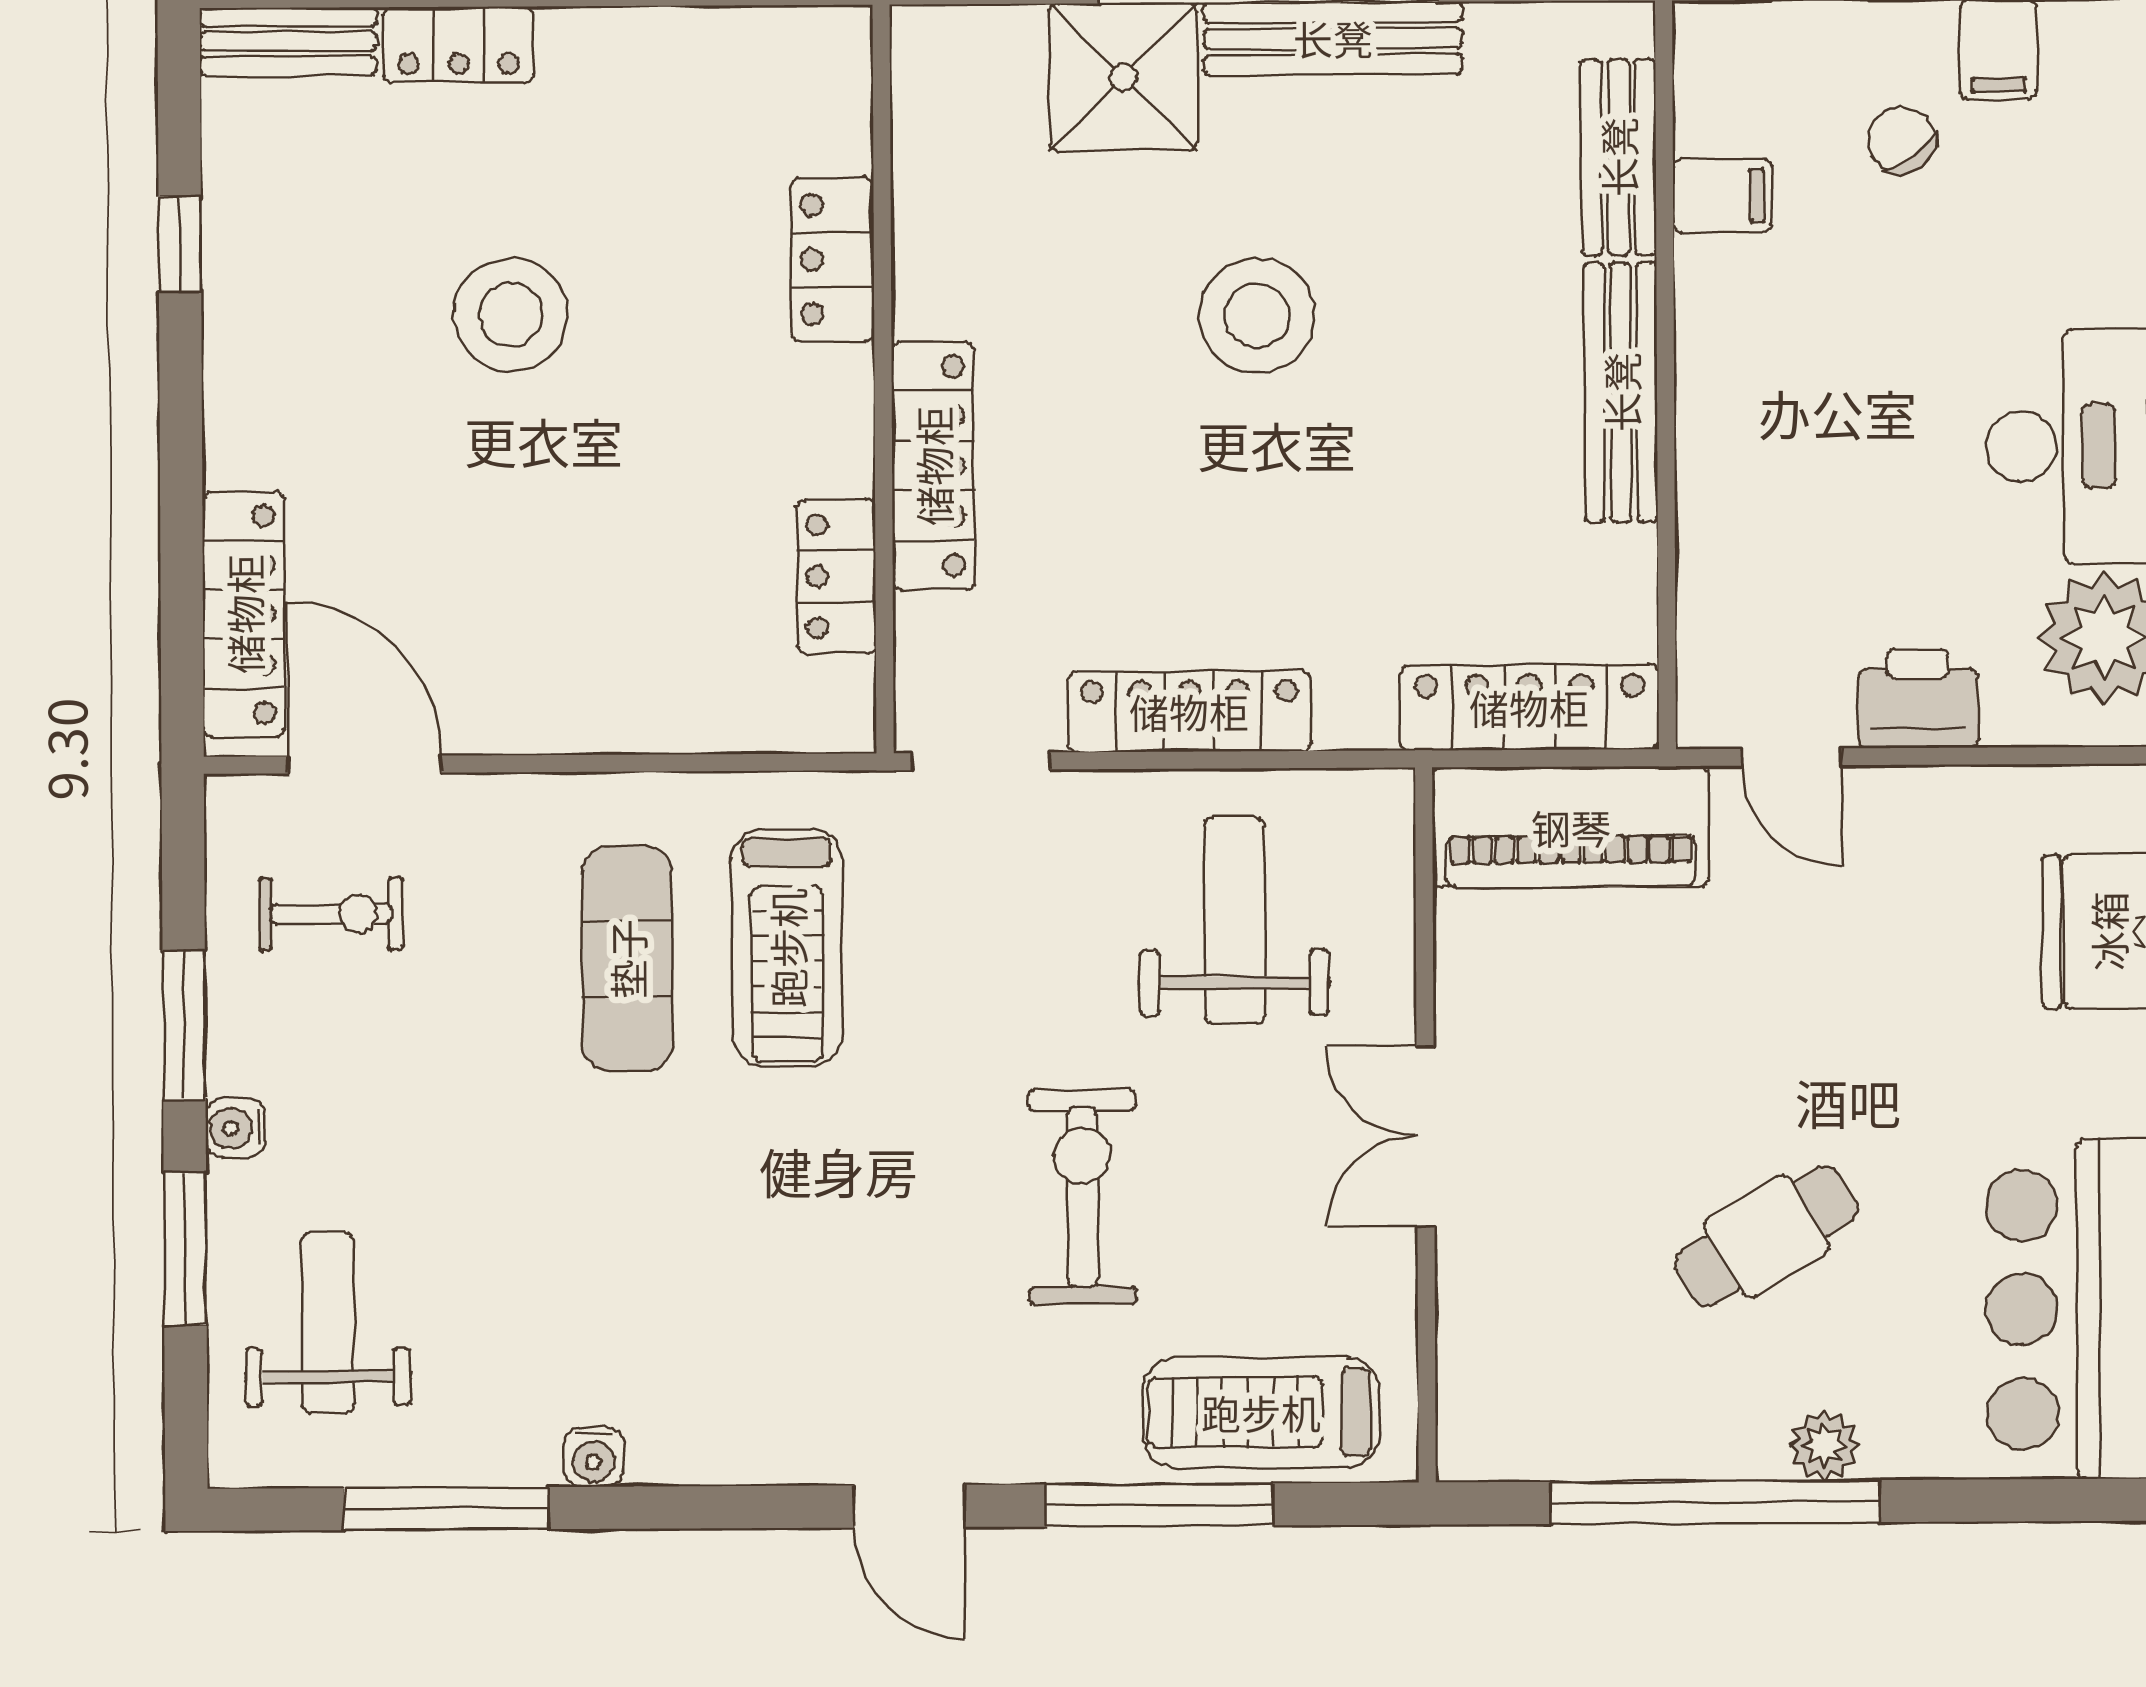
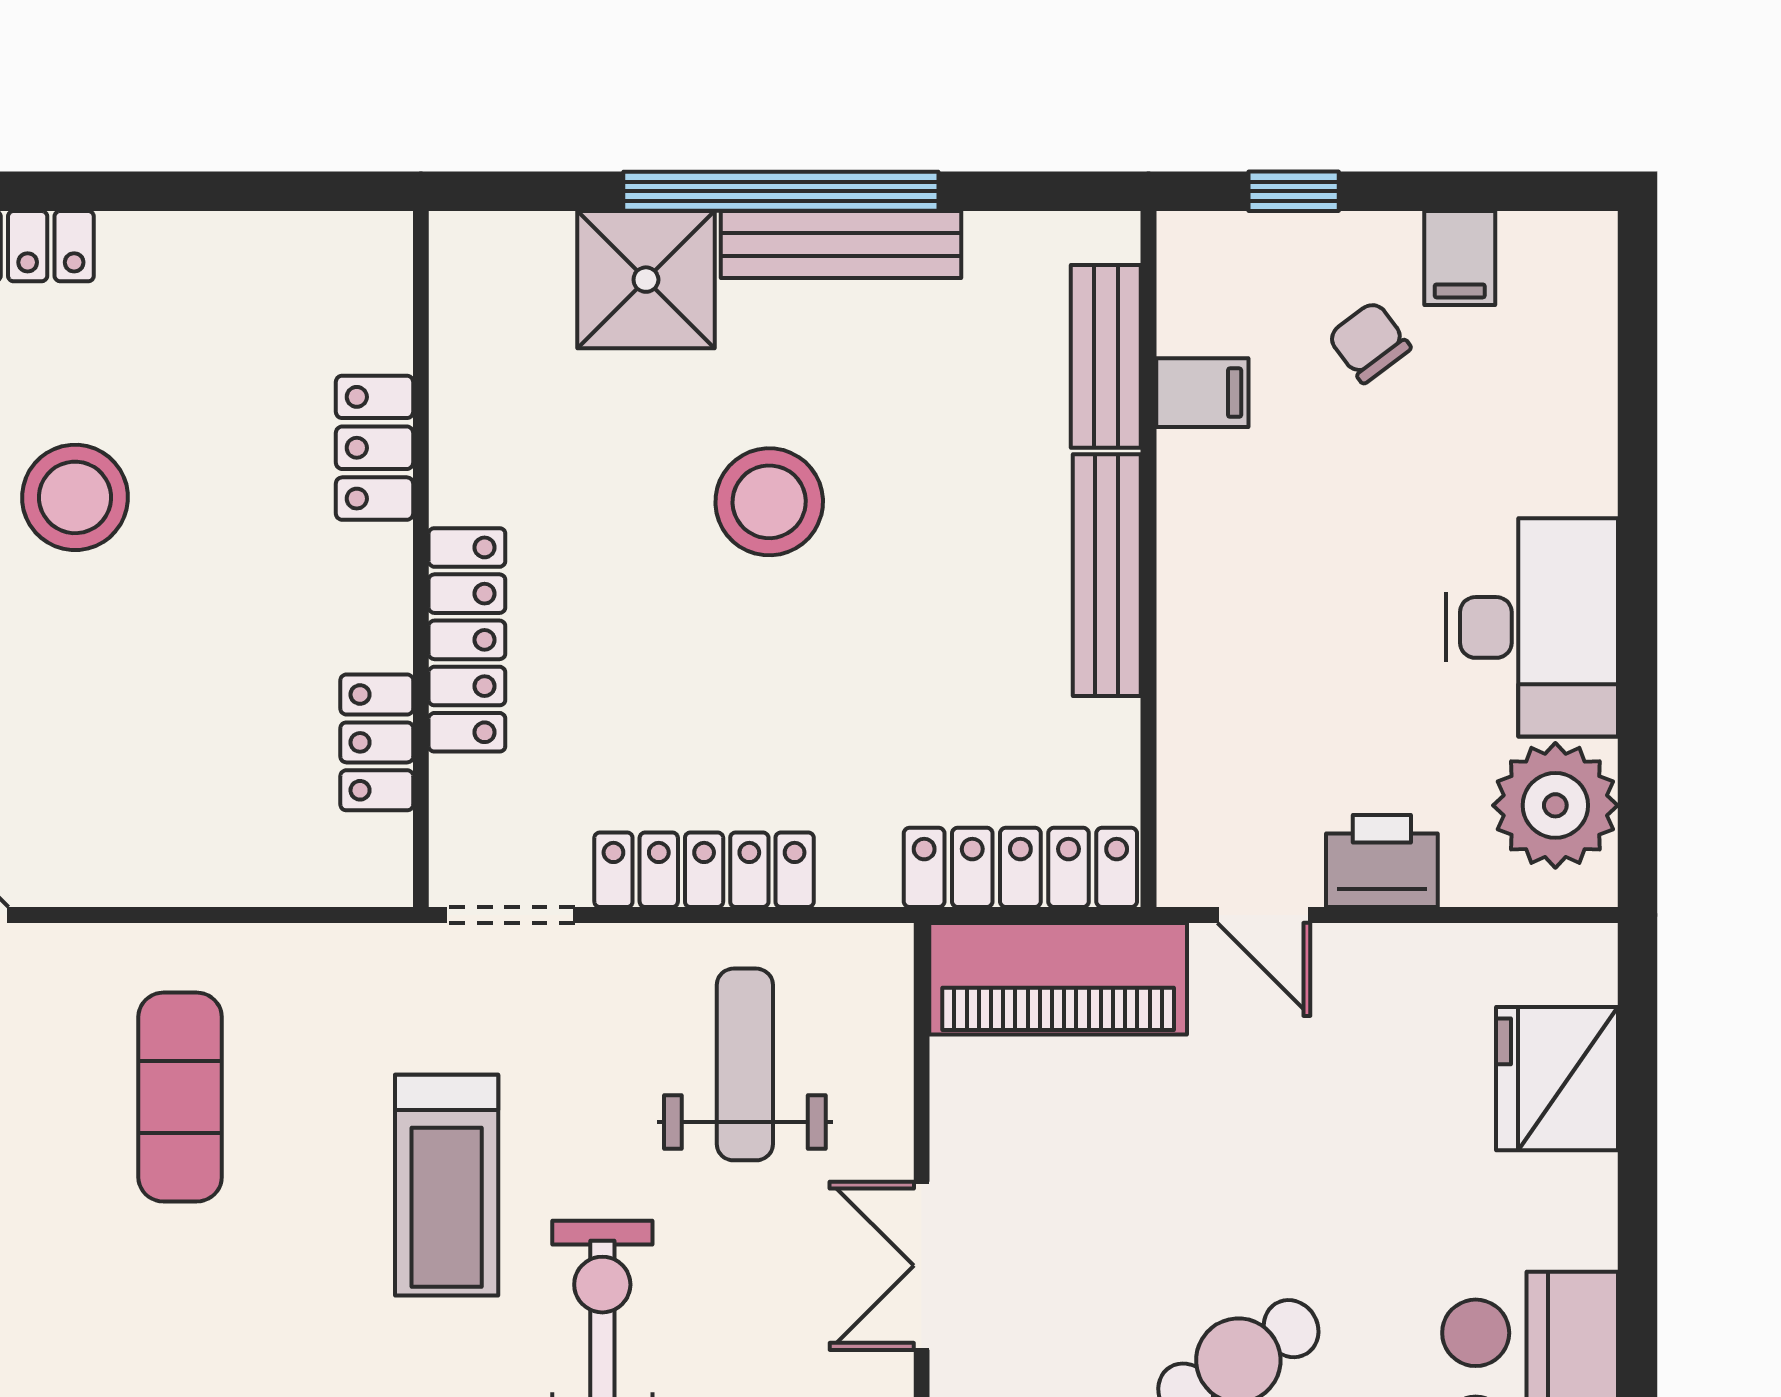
treadmill: (787, 948) -> (447, 1185), moved

